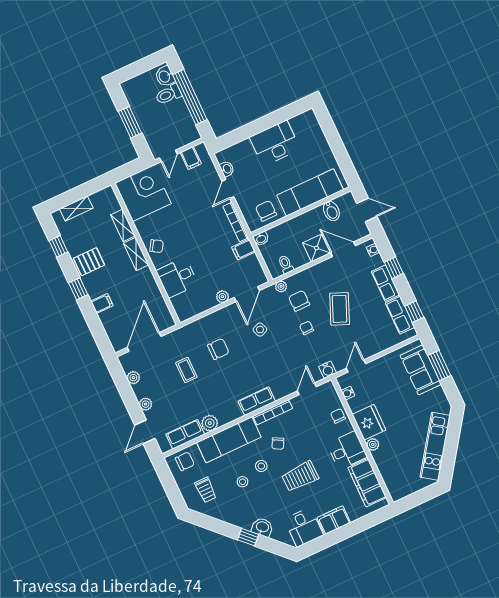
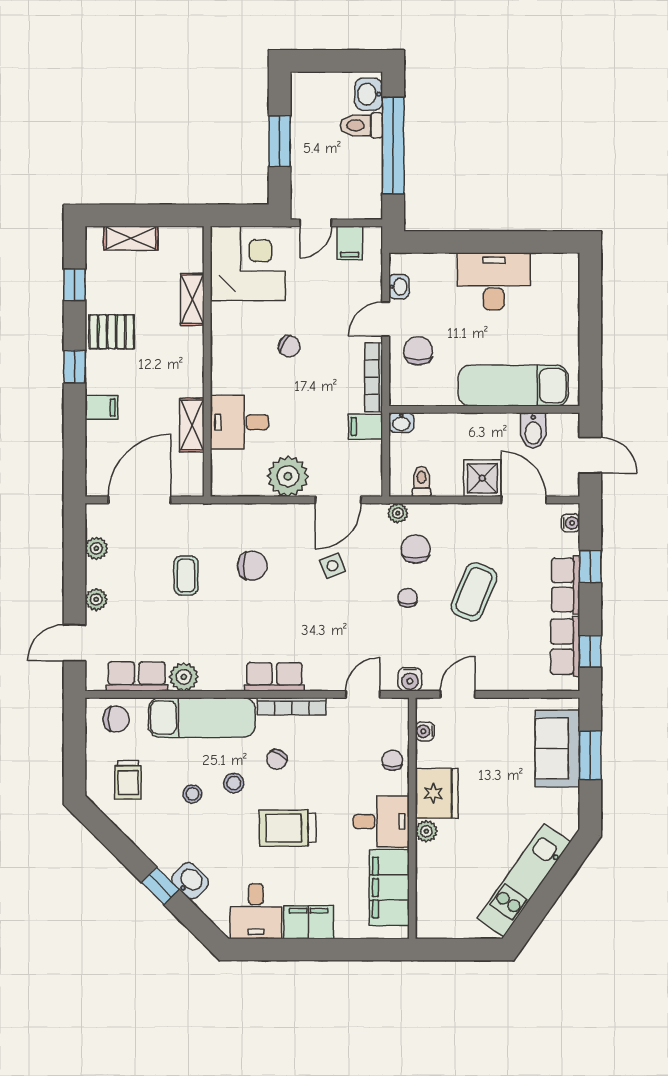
chair: (266, 211) -> (418, 351), moved
chair: (156, 246) -> (289, 346), moved
shelving: (136, 254) -> (192, 425), moved
plant: (222, 297) -> (288, 476), width x1.87, depth x1.87

